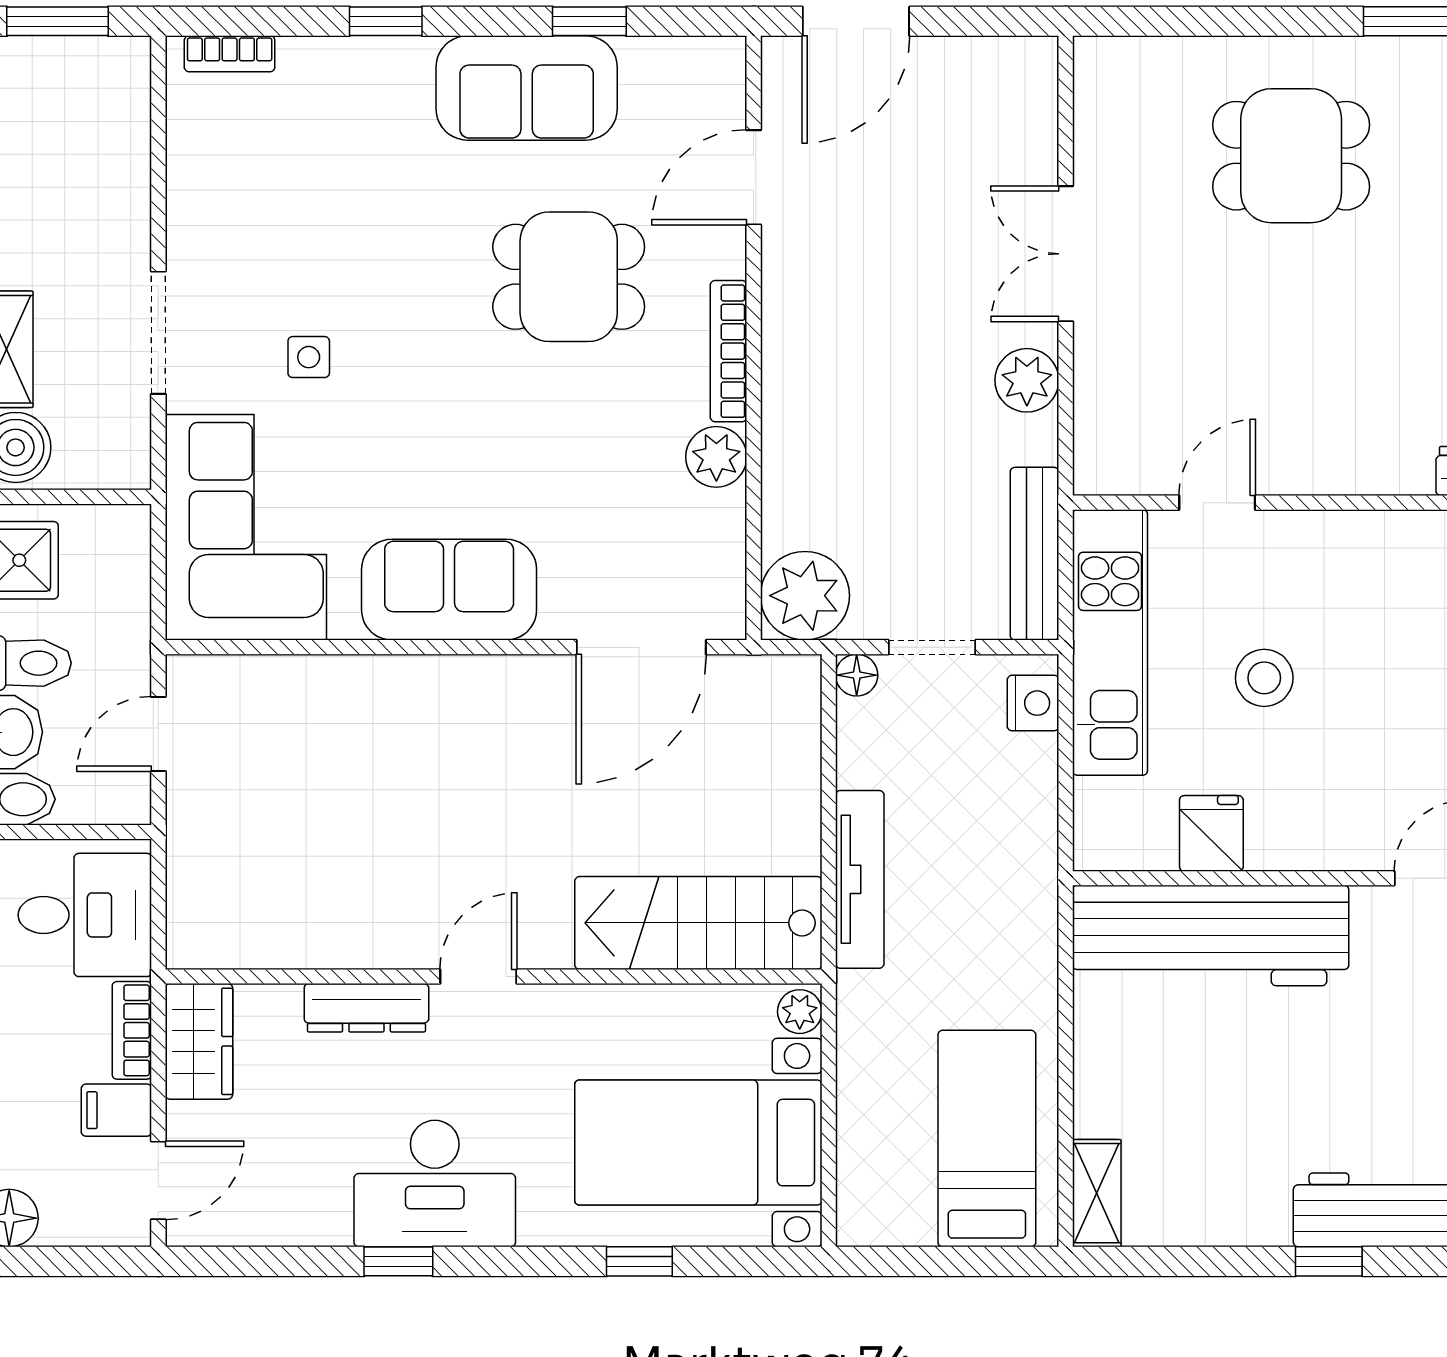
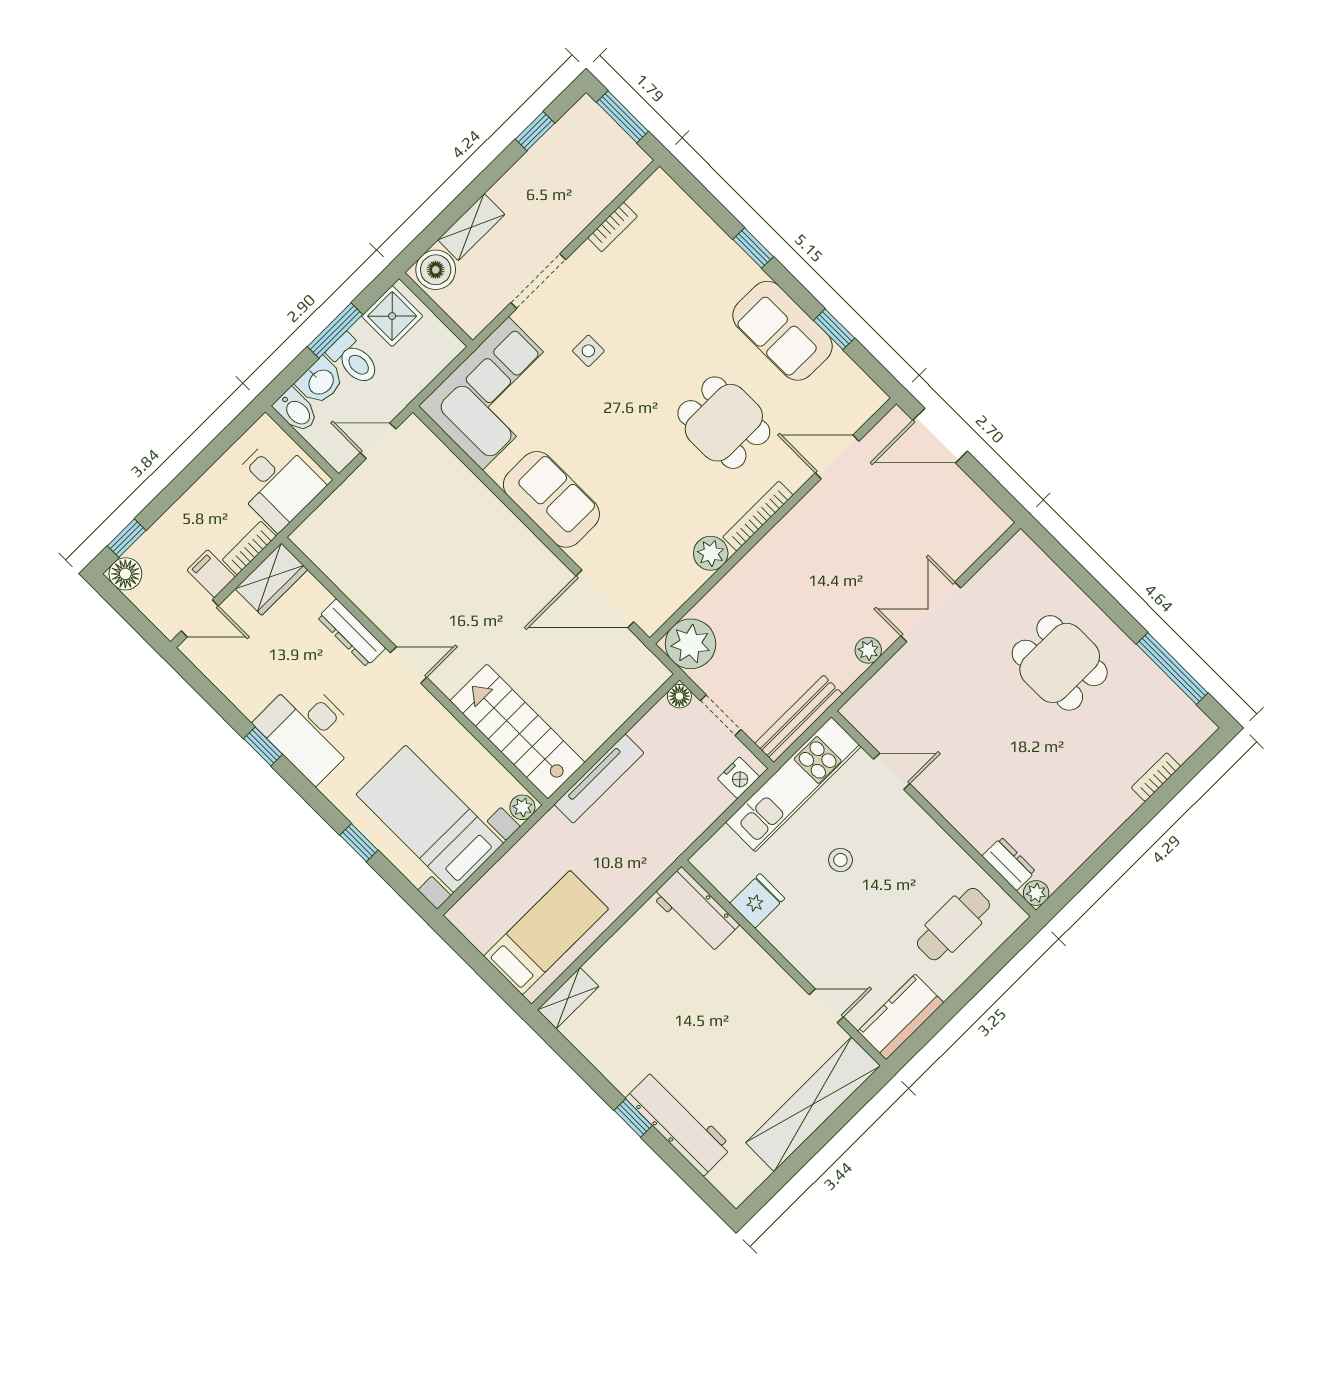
bookcase: (230, 54) -> (613, 227), moved, turned -90
plant: (1027, 380) -> (868, 650), width x0.73, depth x0.73
stool: (1264, 678) -> (840, 860), width x0.73, depth x0.73
workbench: (1211, 935) -> (696, 910), width x0.53, depth x0.76

